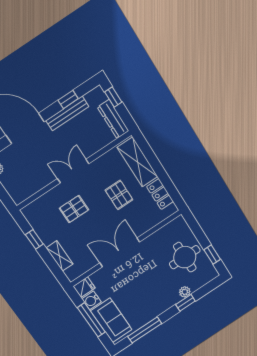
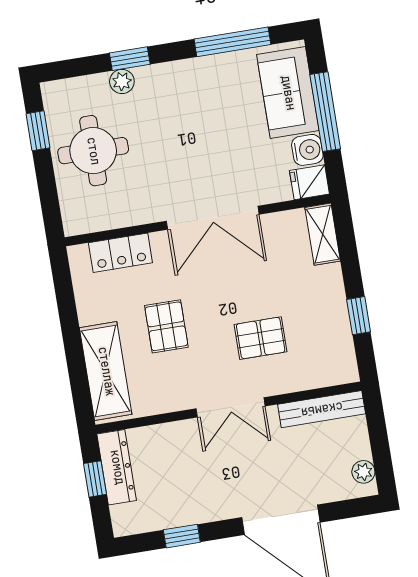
window: (113, 97) -> (95, 479), moved
bench: (67, 113) -> (322, 409), moved
locker: (160, 194) -> (120, 253), moved, turned 90
shelving: (60, 256) -> (323, 234), moved

